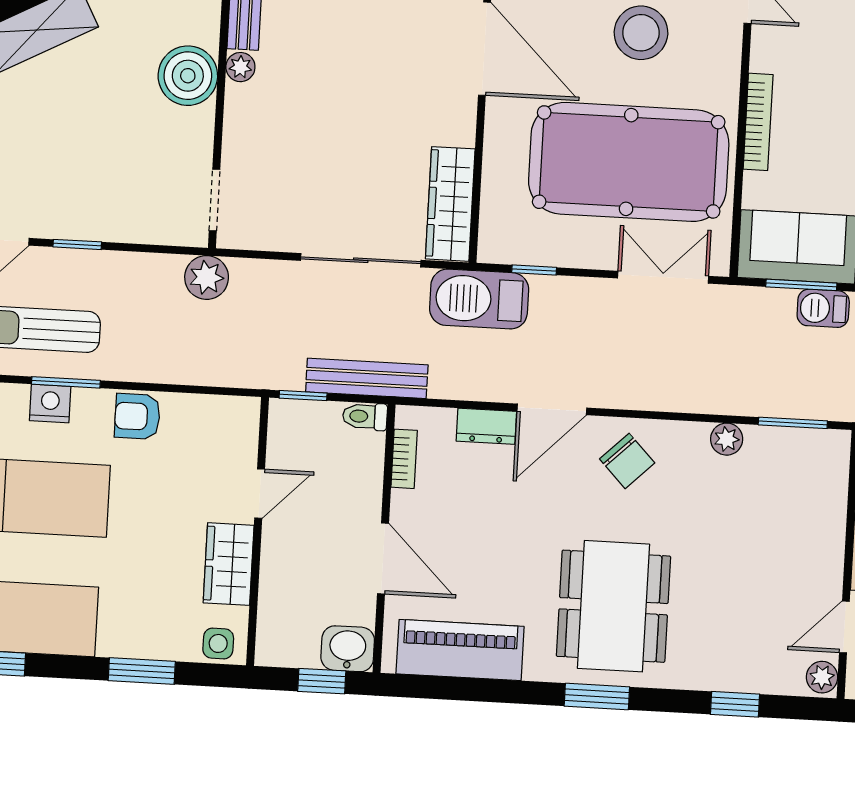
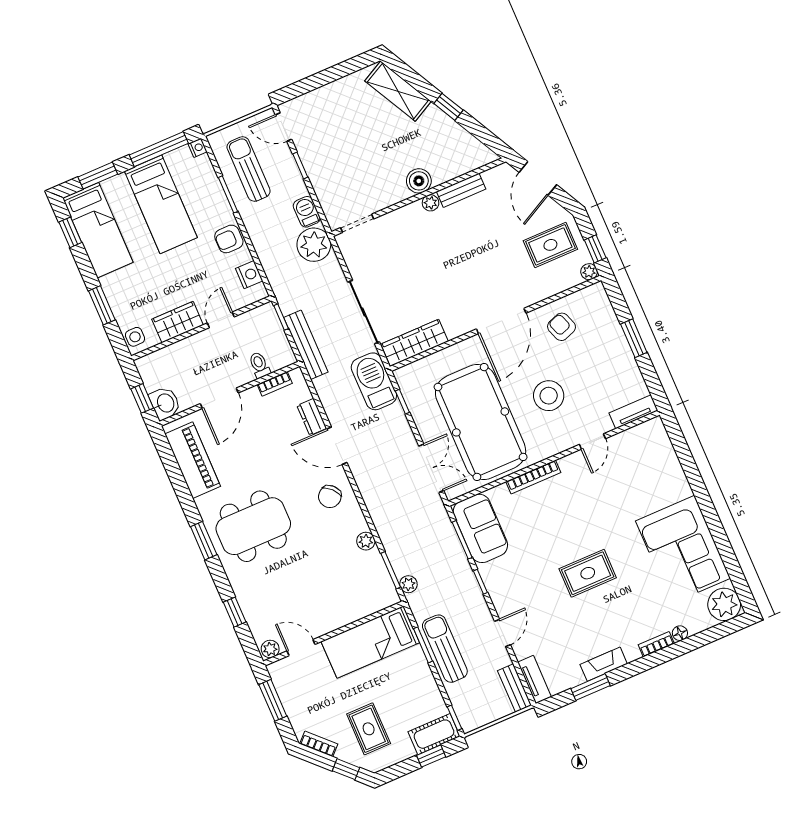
boiler: (188, 76) -> (419, 181), width x0.73, depth x0.73
plant: (207, 277) -> (314, 245), width x1.36, depth x1.36
barbecue: (823, 308) -> (307, 212), moved
nightstand: (50, 403) -> (249, 275), moved
plant: (829, 406) -> (408, 584), added
armchair: (137, 416) -> (229, 239), turned -90
toilet: (365, 416) -> (259, 365), moved
door: (260, 494) -> (221, 320), swing flipped

